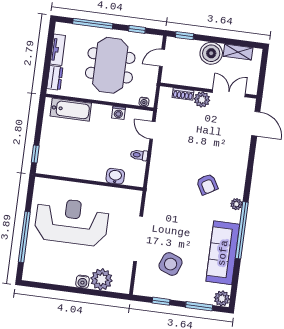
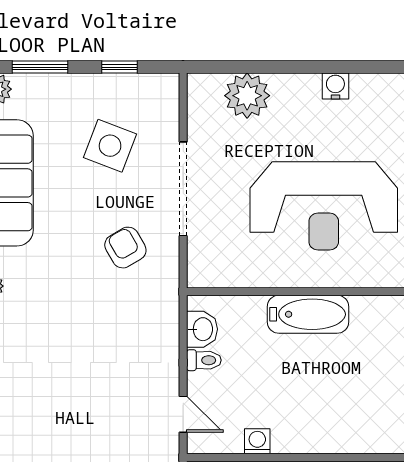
bathtub: (71, 110) -> (308, 314), moved, turned 180
washbasin: (115, 176) -> (202, 329), moved, turned -90
armchair: (207, 184) -> (125, 248), moved
water cooler: (83, 282) -> (335, 86), moved

